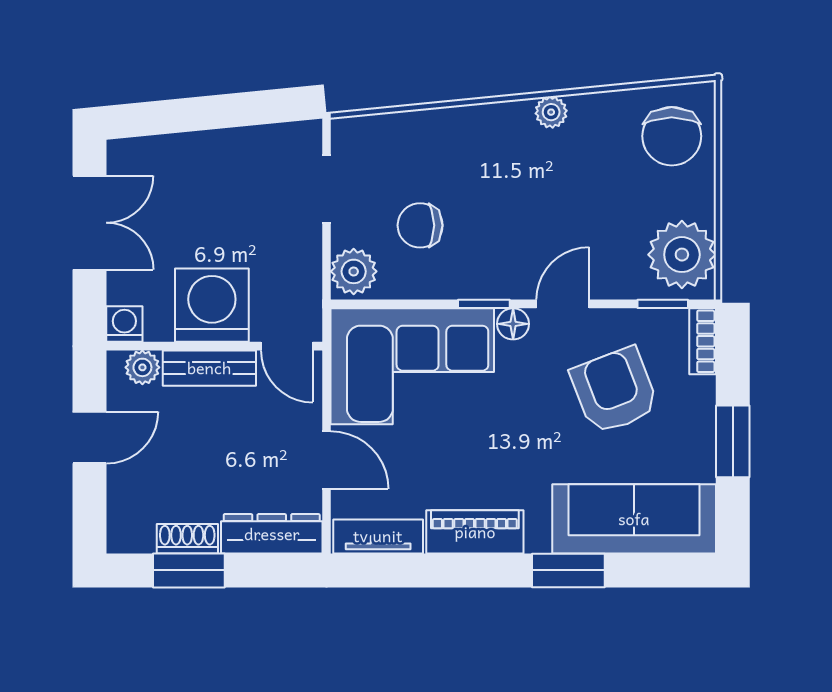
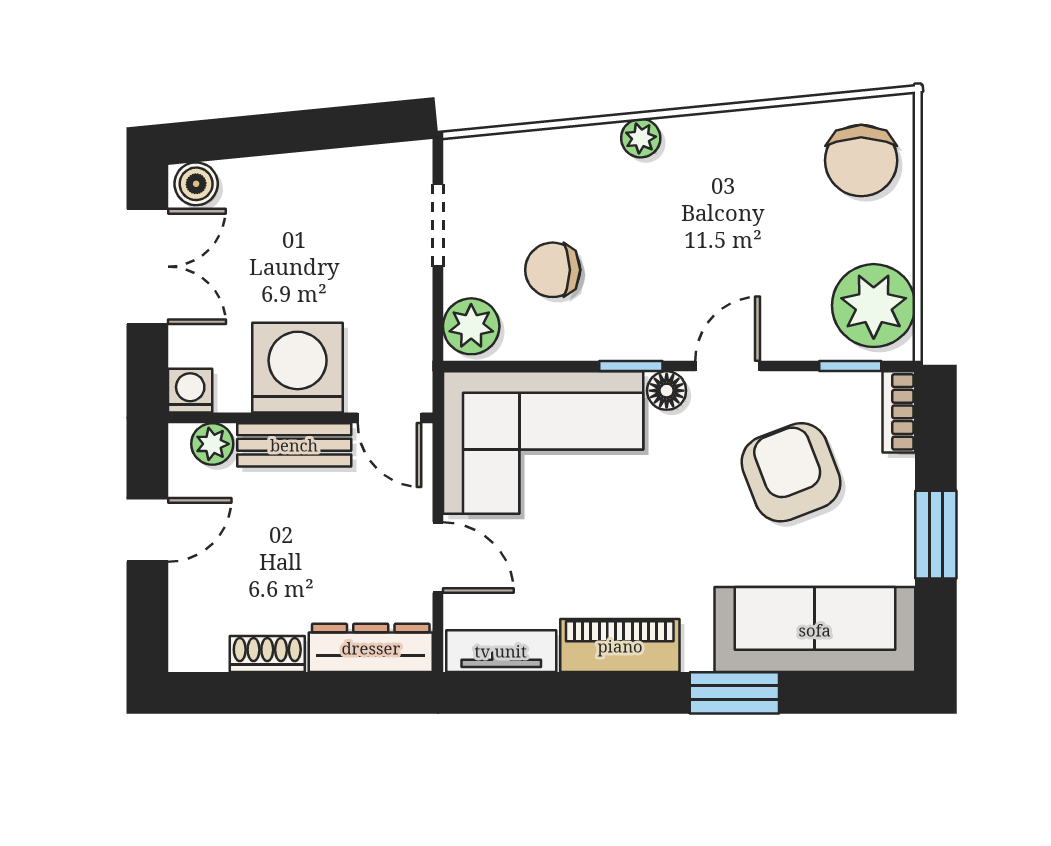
plant: (551, 112) -> (641, 138), moved
boiler: (129, 155) -> (196, 184), added
window: (189, 570) -> (269, 693), removed

